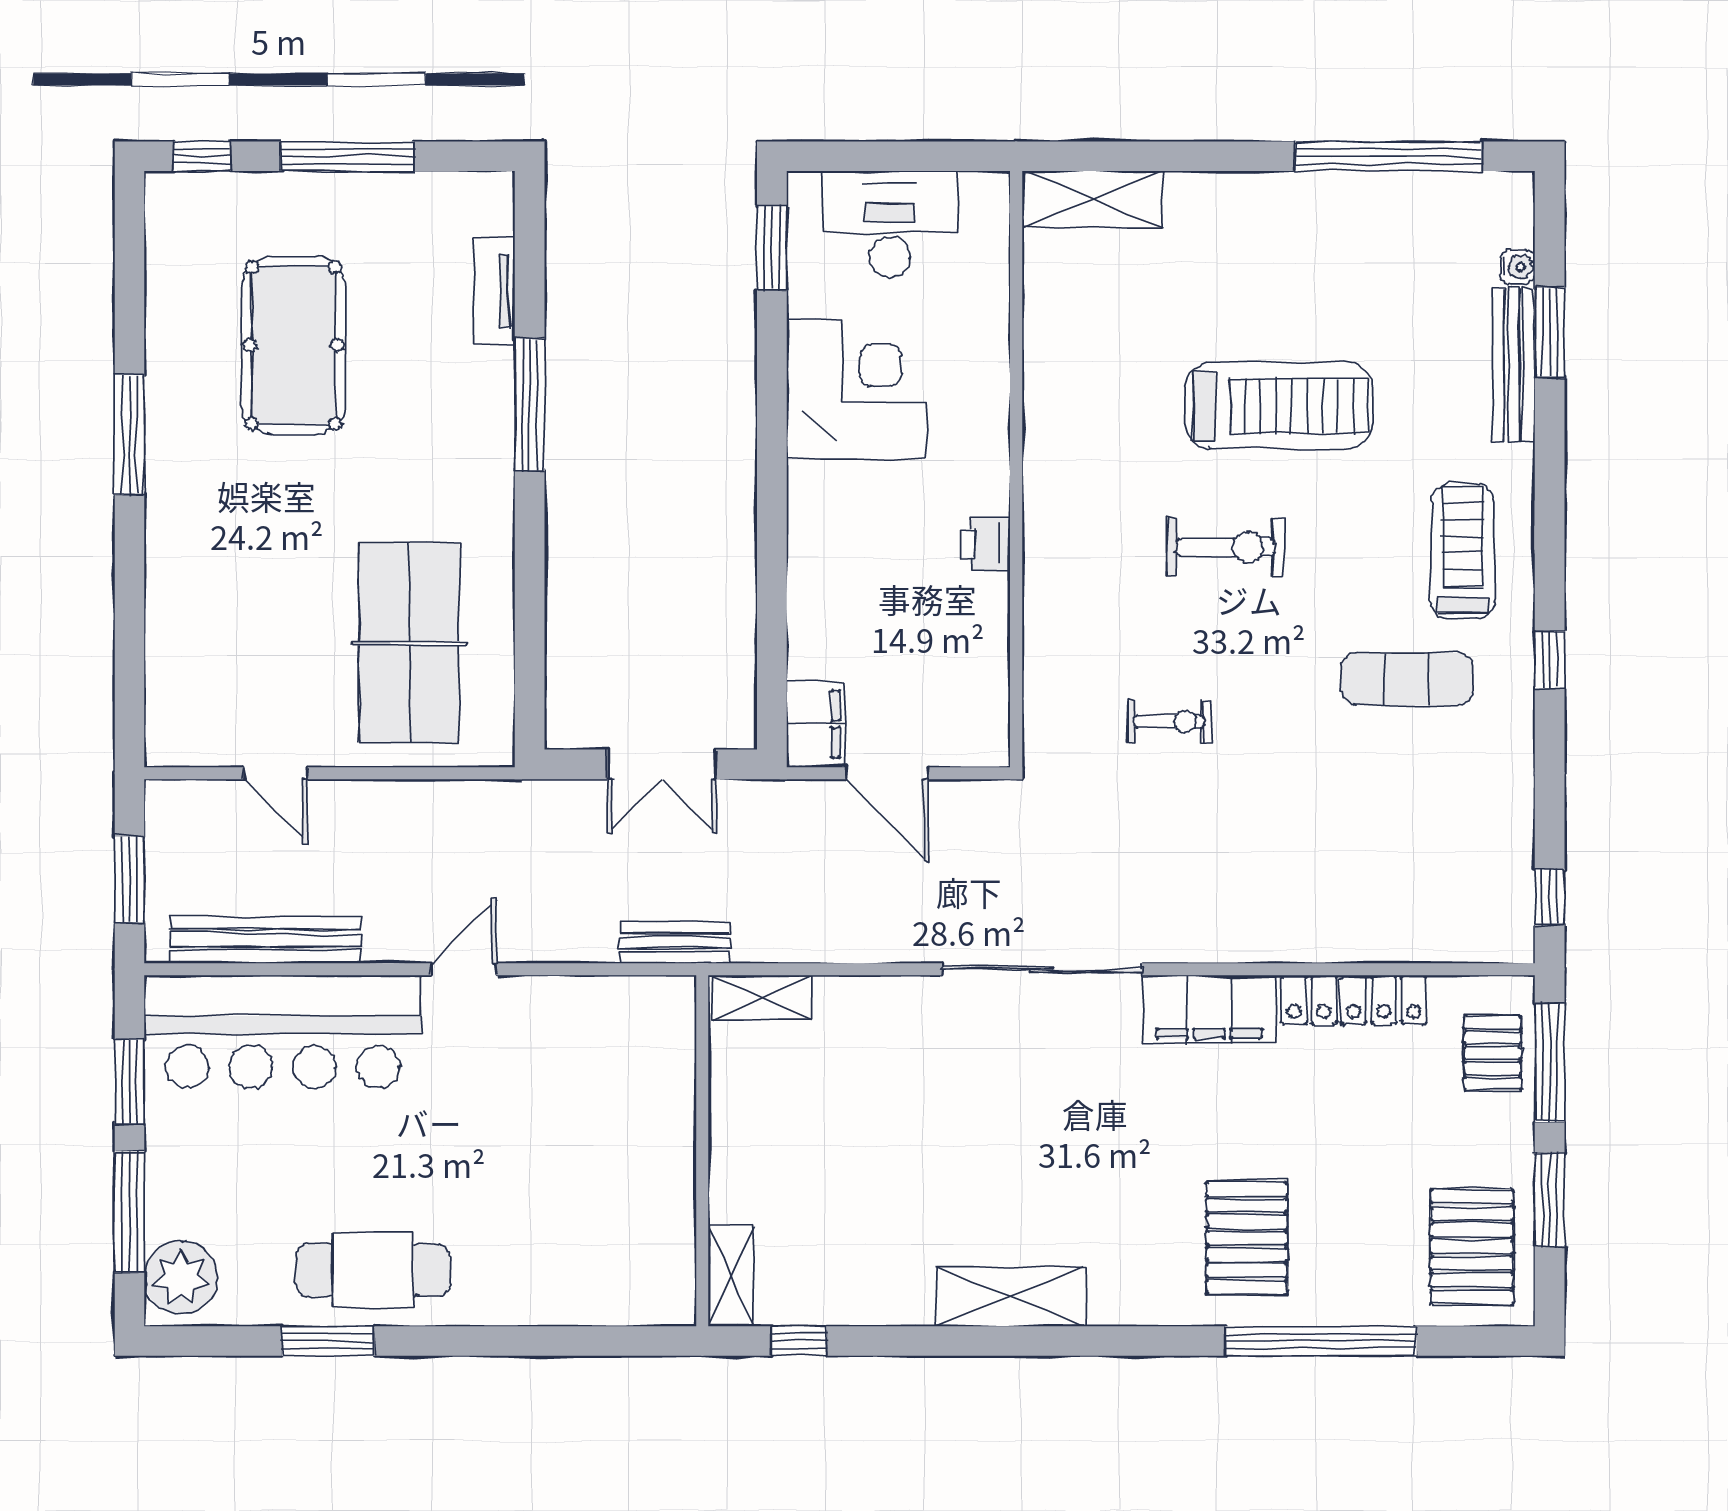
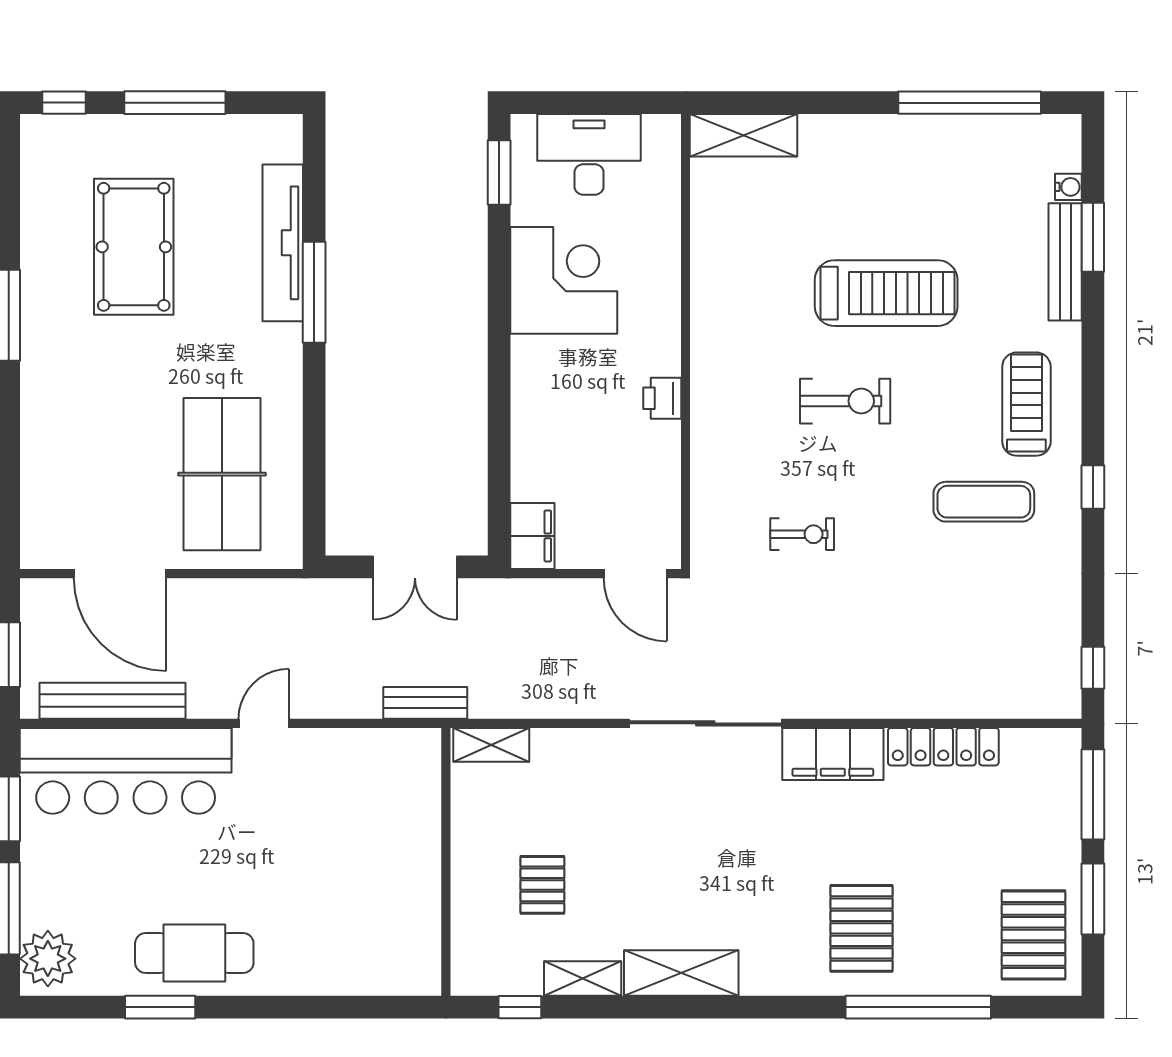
tv unit: (494, 291) -> (283, 243), width x1.92, depth x1.29
door: (275, 773) -> (120, 574), width x1.88
door: (887, 773) -> (635, 574), moved
pallet: (1493, 1053) -> (542, 885), moved
shelving: (731, 1276) -> (583, 979), moved, turned 90

